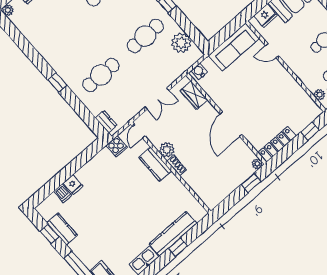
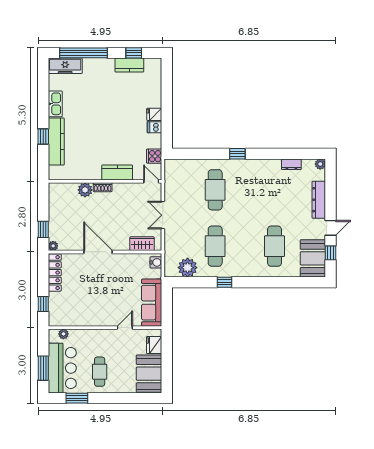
dresser: (106, 122) -> (291, 164), moved
plant: (167, 150) -> (85, 190), moved
fridge: (73, 185) -> (154, 114), moved
dishwasher: (63, 193) -> (154, 127), moved

